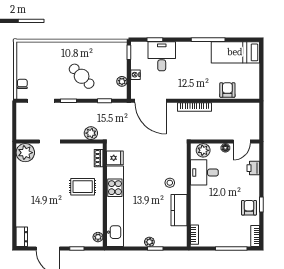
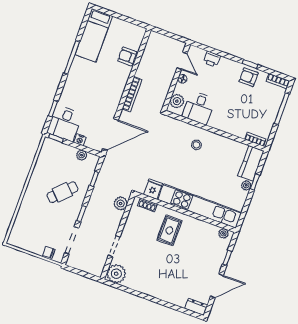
desk: (162, 56) -> (65, 123), moved, turned -90
kitchen counter: (179, 210) -> (251, 163), moved, turned 90

